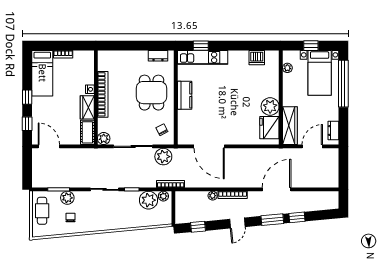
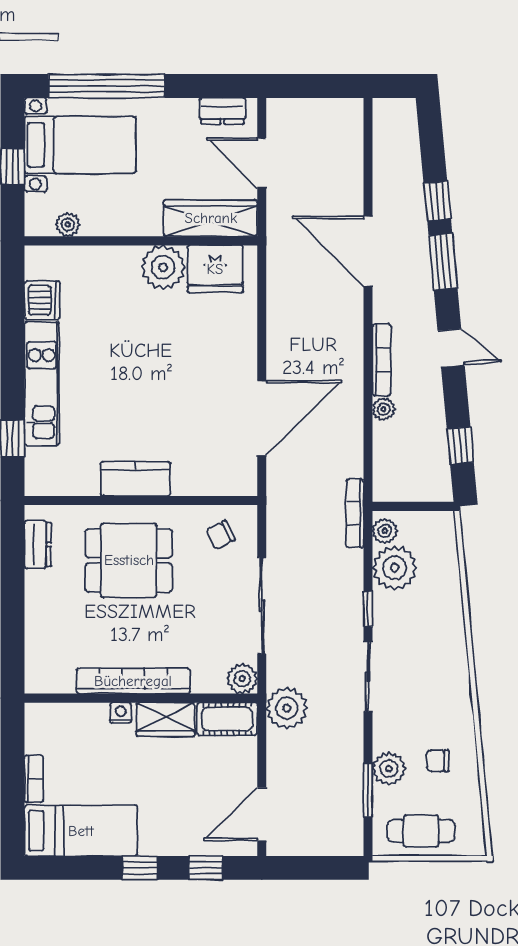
kitchen unit: (203, 57) -> (42, 384), moved
plant: (163, 157) -> (287, 708), moved

